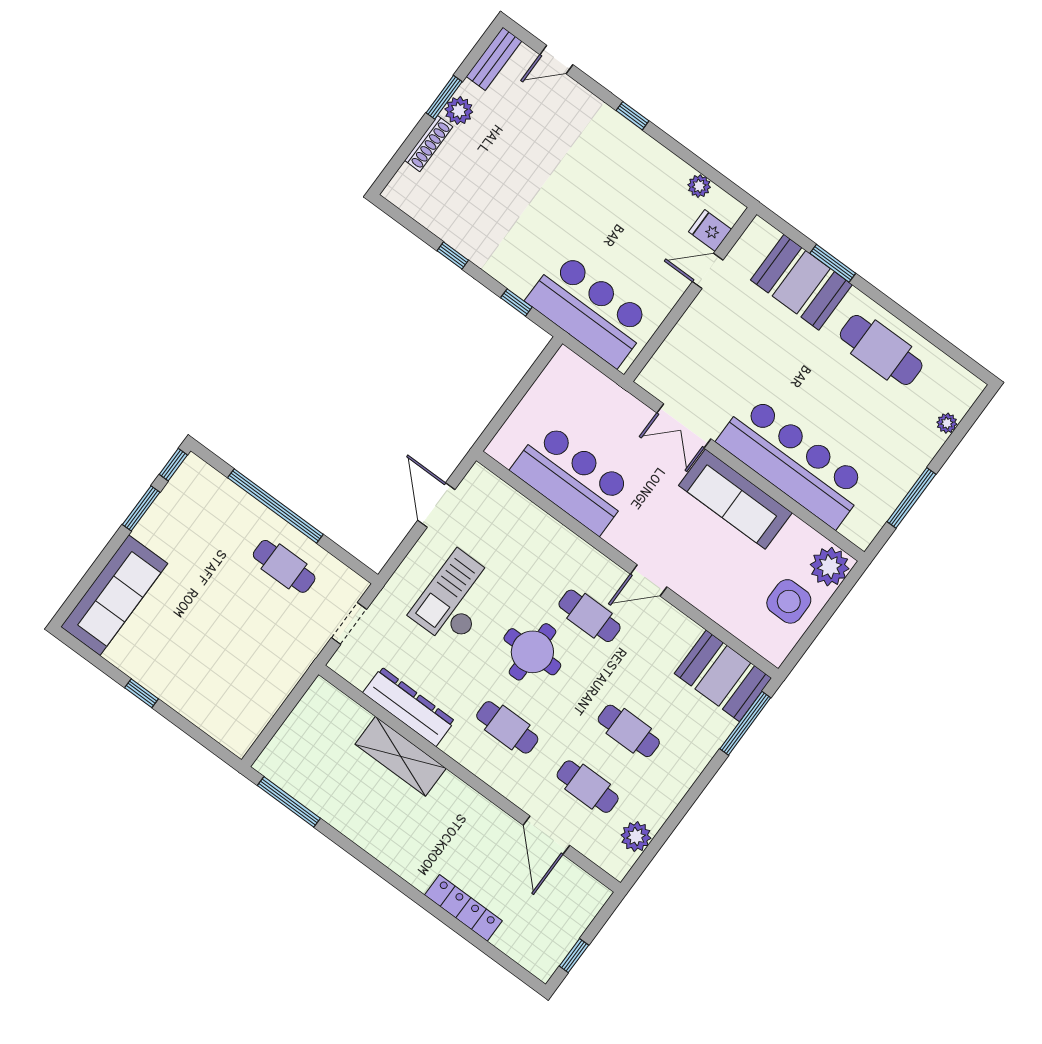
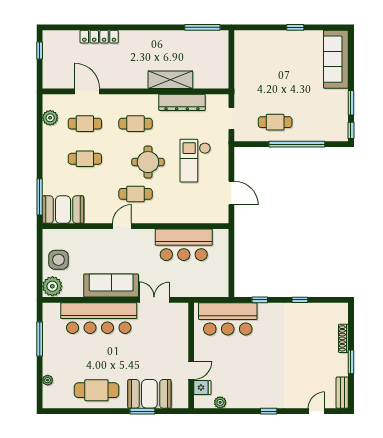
plant: (459, 111) -> (341, 361), removed
checkout: (456, 599) -> (195, 161), turned 180

